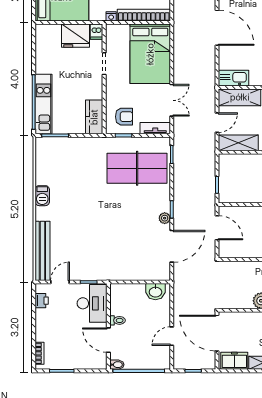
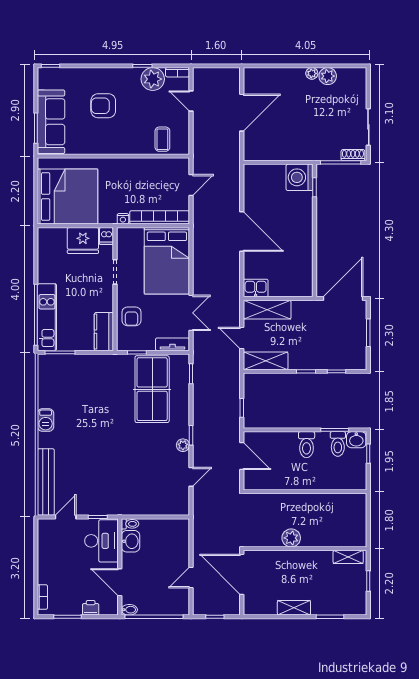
kitchen sink: (233, 78) -> (256, 288), width x0.73
armchair: (124, 117) -> (131, 316), moved, turned 90
door: (217, 123) -> (242, 338), swing flipped
table tennis table: (137, 168) -> (152, 389), turned 90
door: (172, 246) -> (191, 477), width x0.53
washbasin: (155, 292) -> (131, 541), moved, turned -90
printer: (42, 301) -> (91, 608), moved, turned -90
toilet: (117, 320) -> (130, 524), moved
freezer: (234, 361) -> (261, 605), removed

